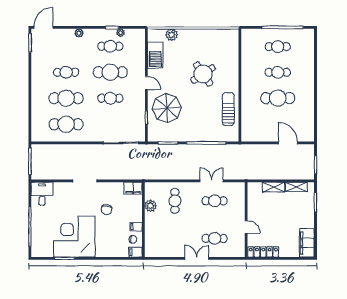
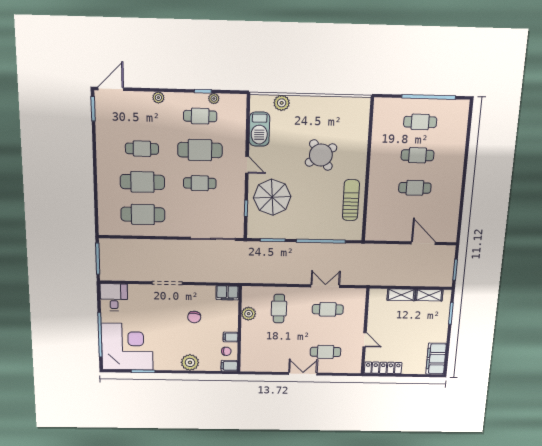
cafe table: (278, 98) -> (415, 188), width x0.73, depth x0.74
corner desk: (74, 237) -> (127, 347), moved, turned 90
plant: (103, 250) -> (190, 362), added

